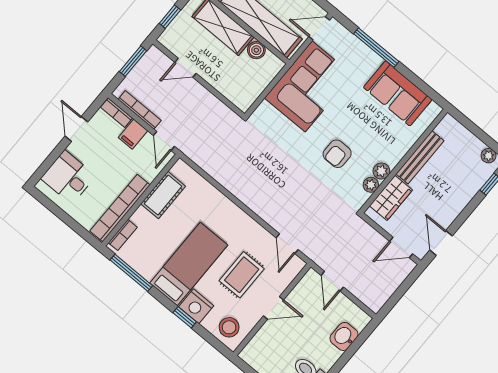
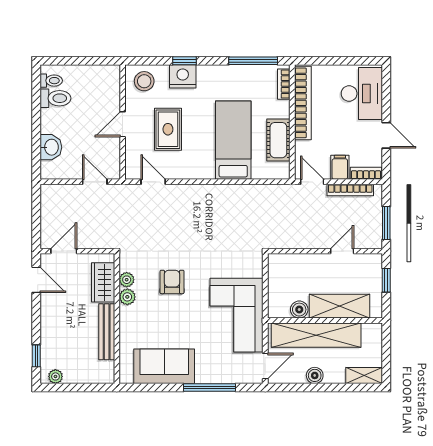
desk: (68, 177) -> (362, 94), width x1.37
bed: (189, 264) -> (233, 140), moved, turned 180

